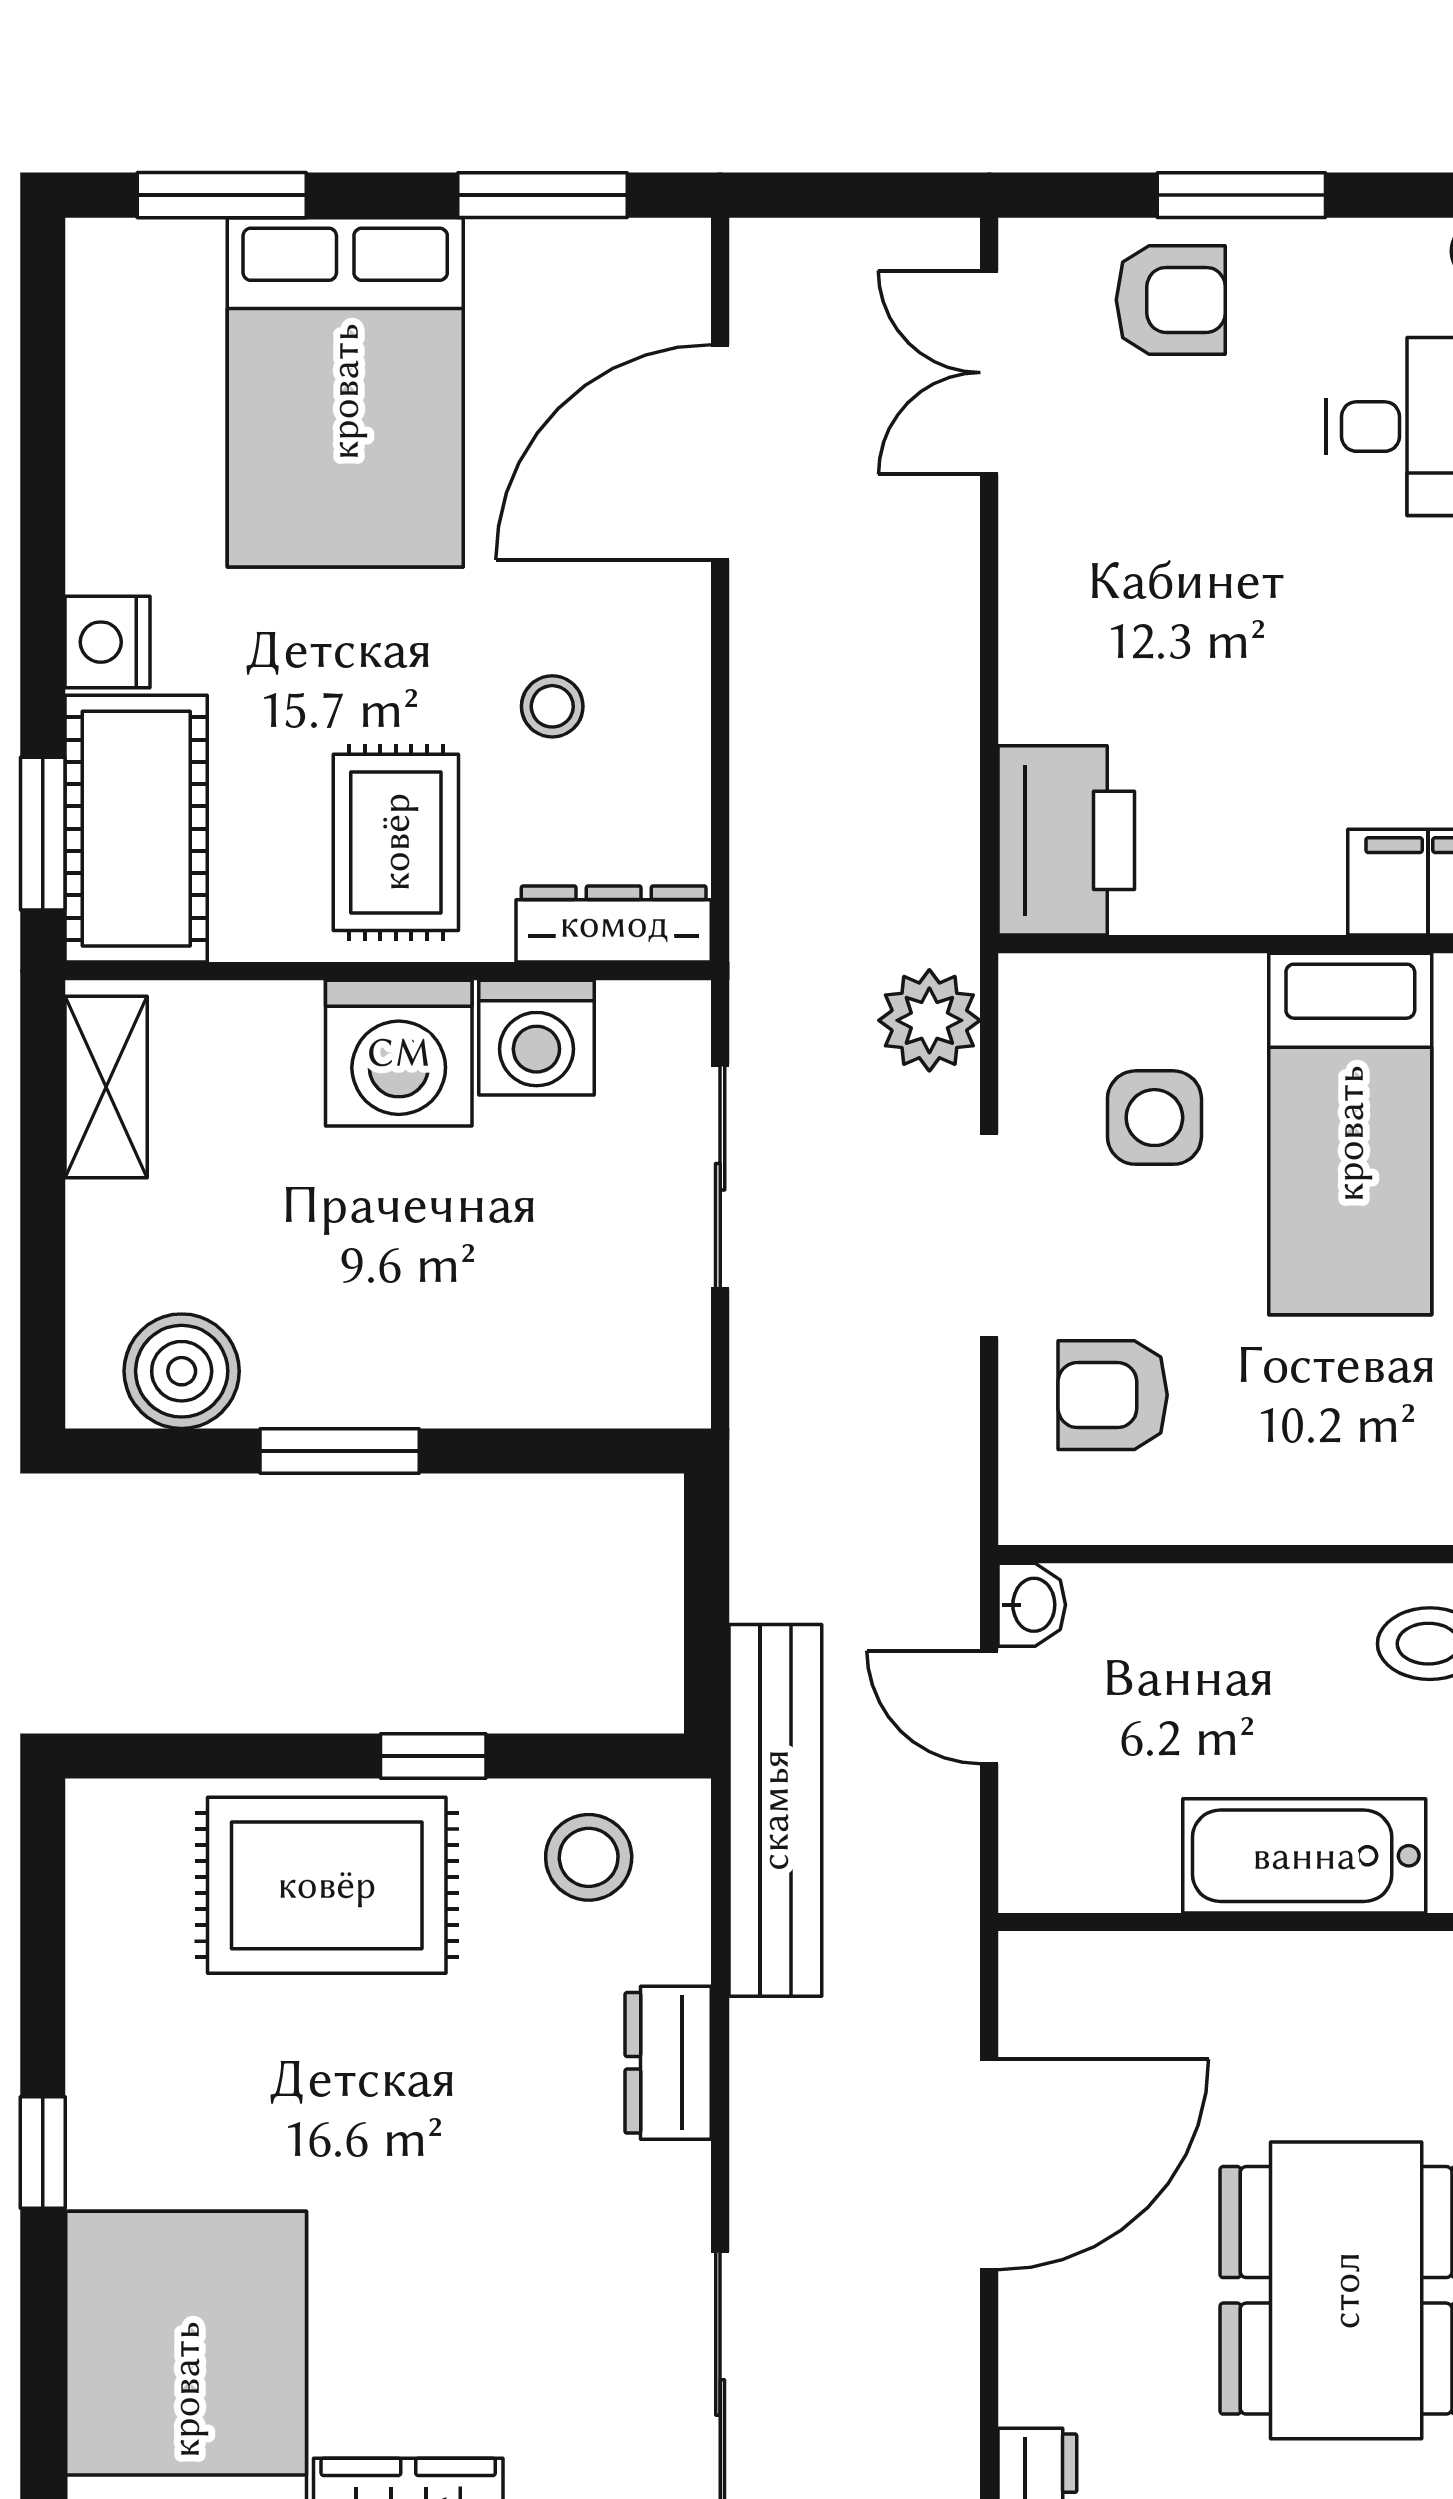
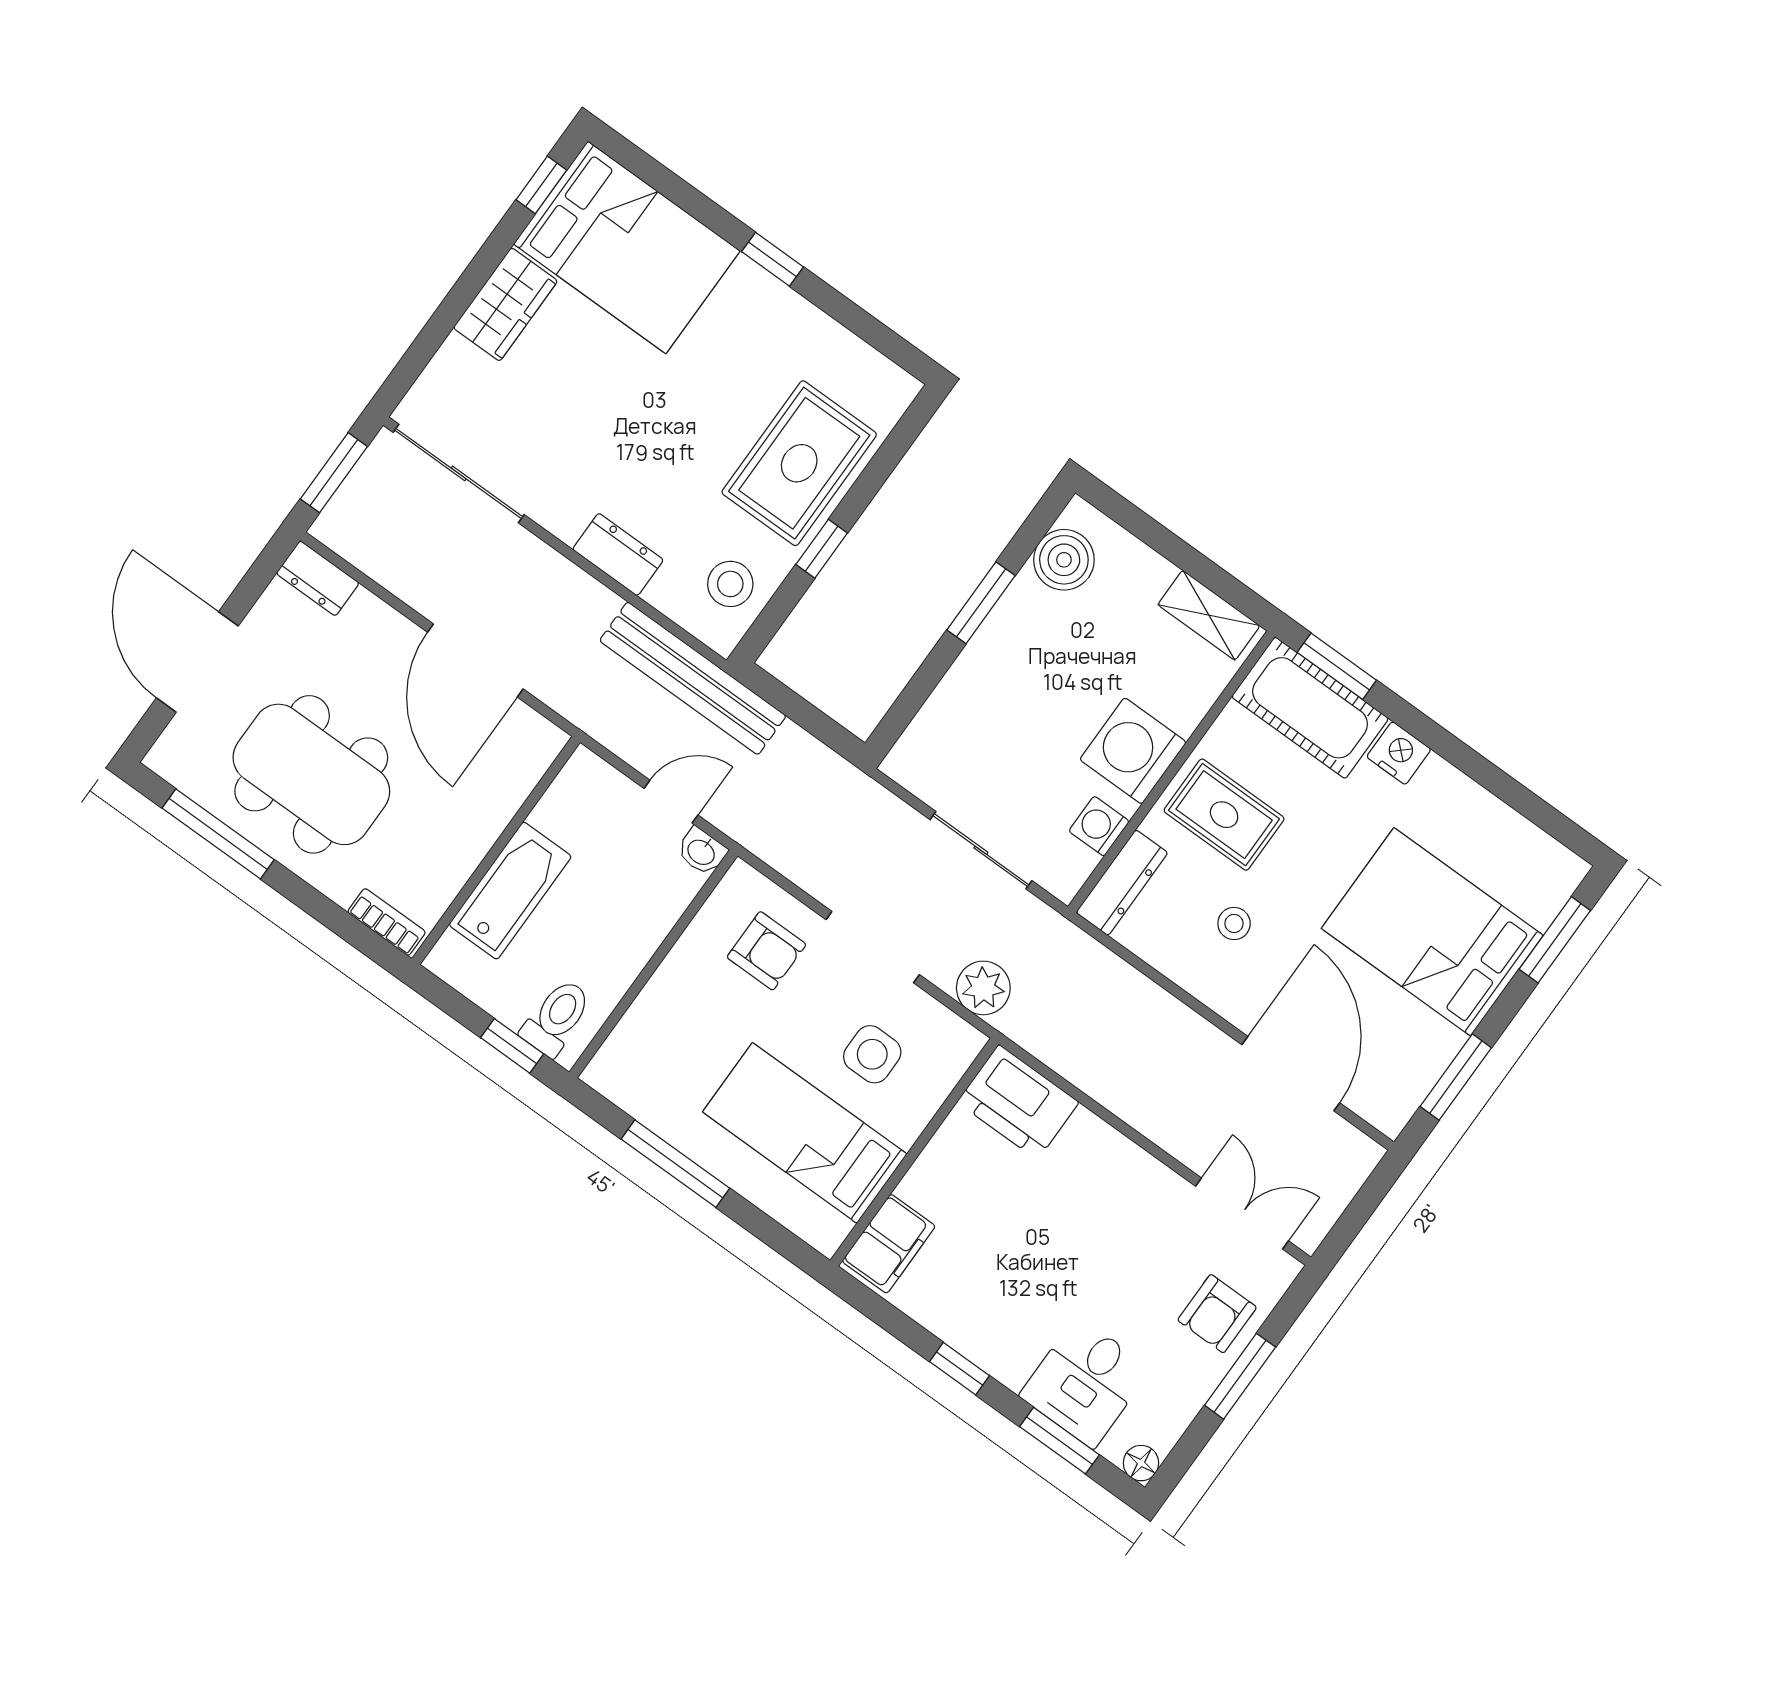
washing machine: (536, 1038) -> (1099, 826), width x0.73, depth x0.73
armchair: (1113, 1395) -> (766, 951), turned 90

